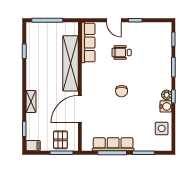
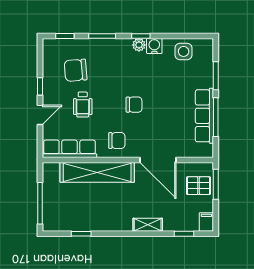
chair: (147, 47) -> (76, 70), added
chair: (95, 78) -> (117, 140), added

